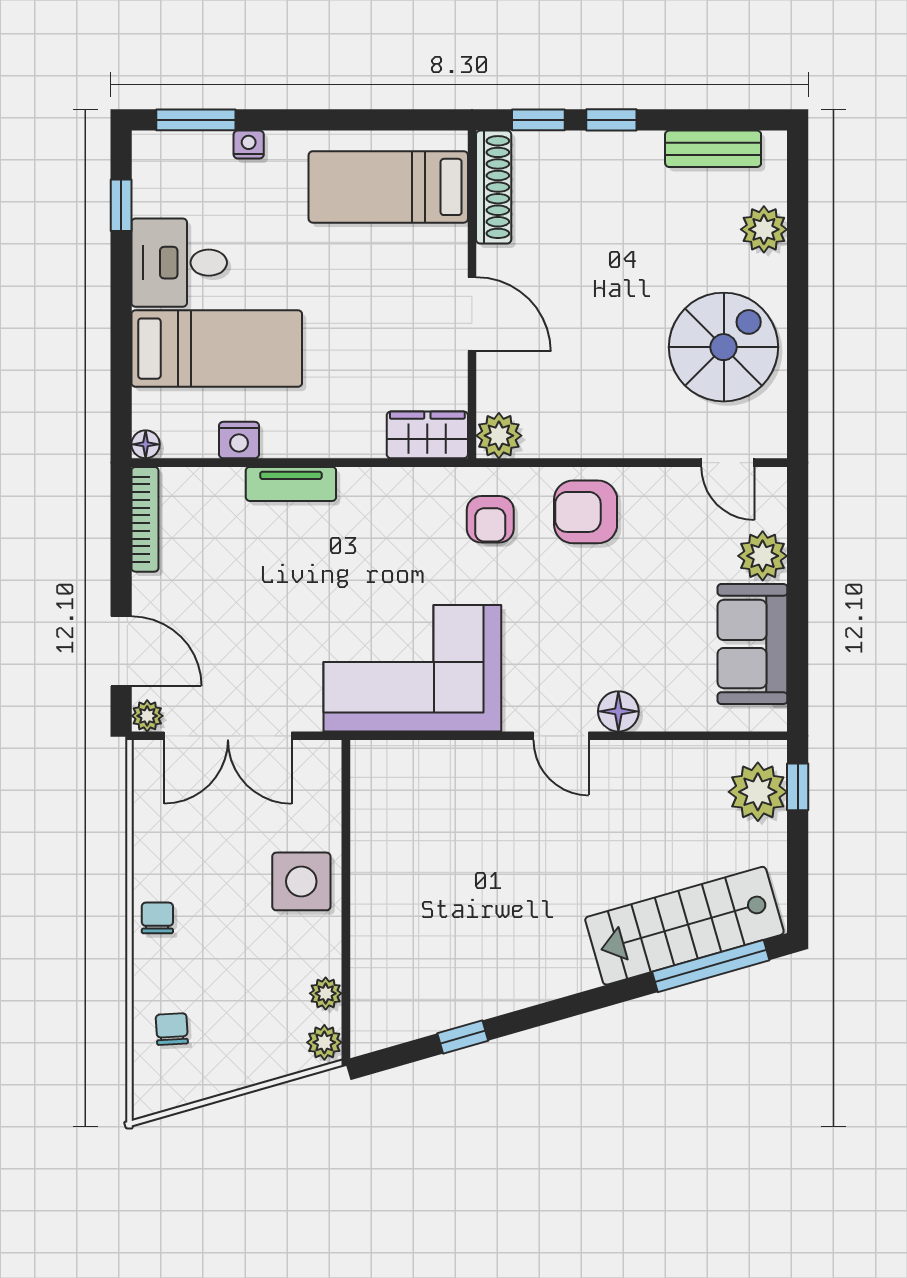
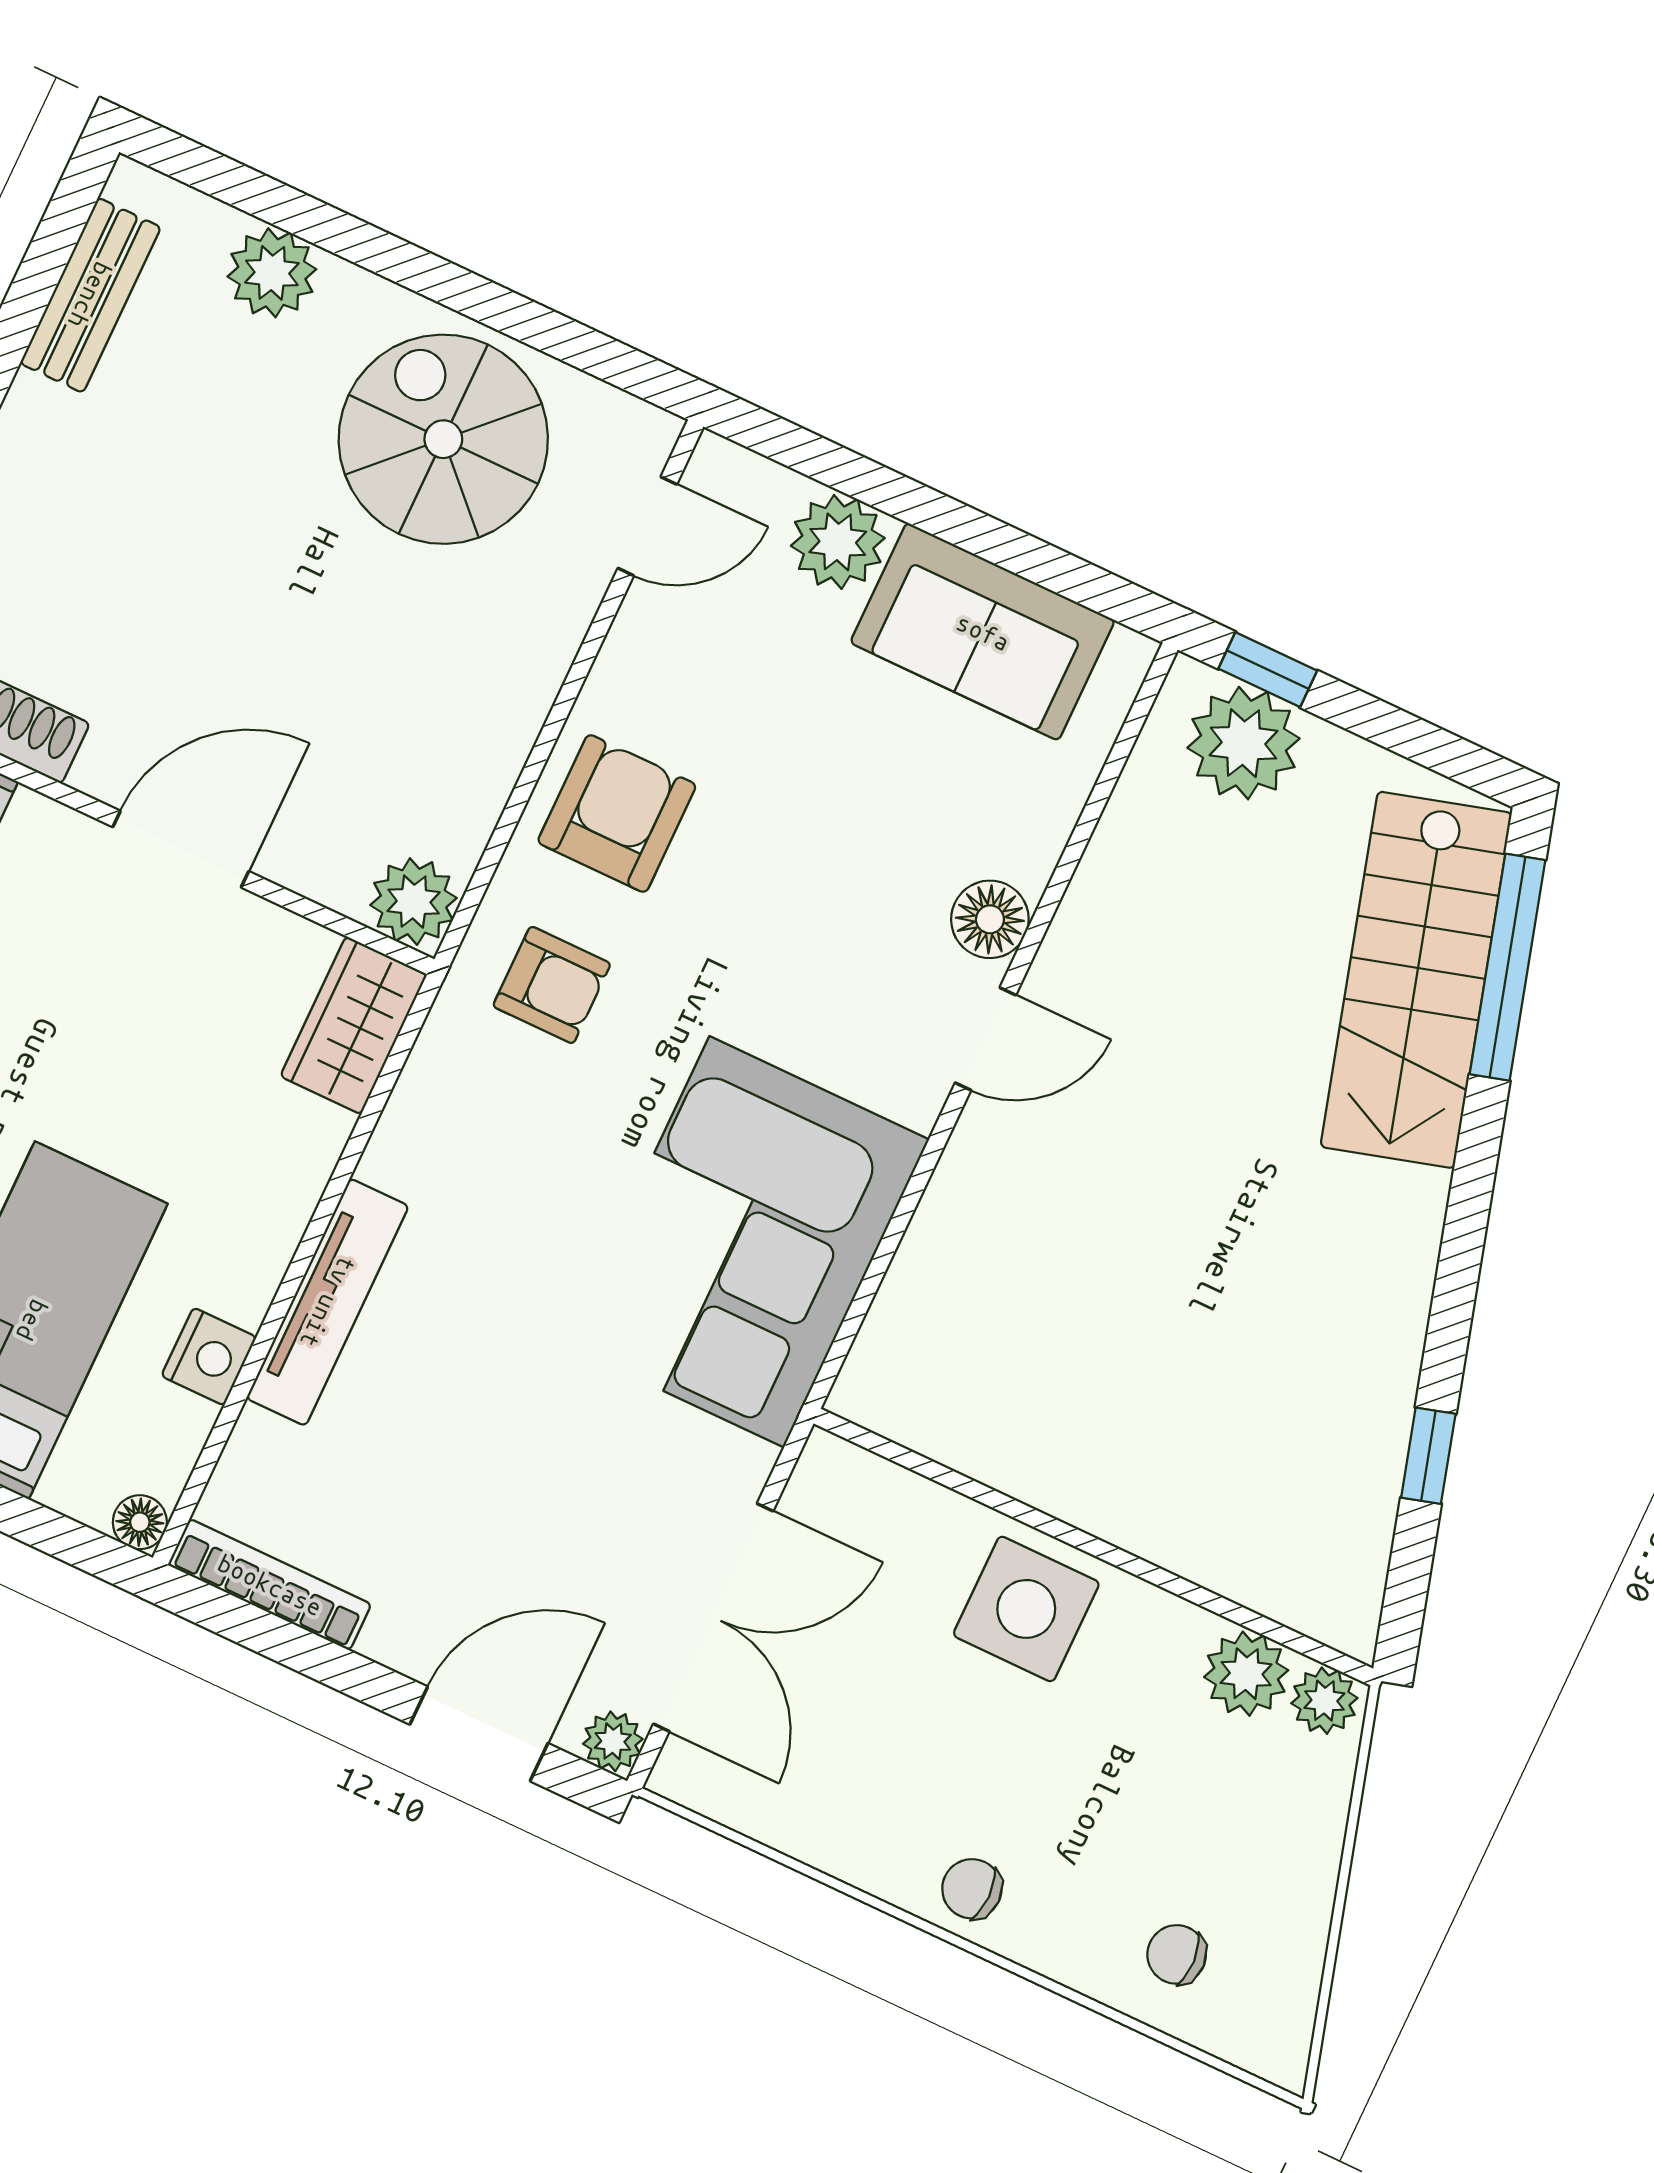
tv unit: (291, 484) -> (328, 1302), width x1.41
armchair: (586, 512) -> (617, 814), turned 180
plant: (326, 993) -> (1246, 1674), width x1.38, depth x1.38

